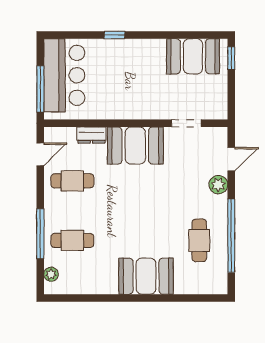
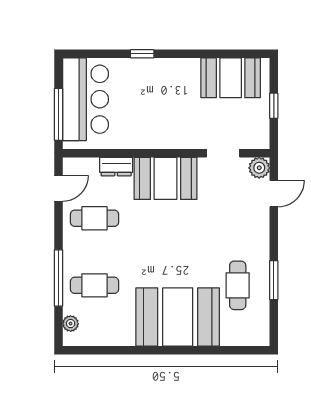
window: (231, 58) -> (274, 106), moved
plant: (218, 185) -> (259, 168), moved
window: (231, 236) -> (274, 280), width x0.47
booth: (146, 276) -> (178, 317), width x1.36, depth x1.42

